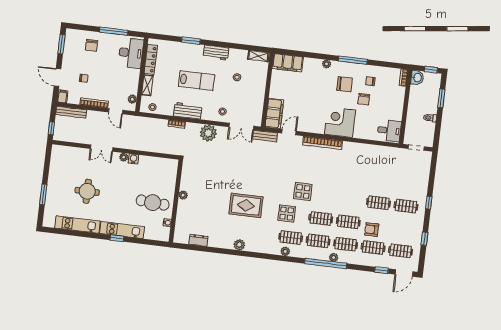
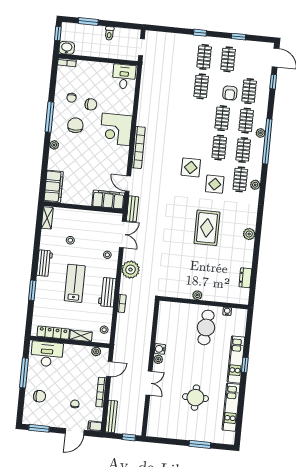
clothes rail: (401, 251) -> (228, 59), moved

